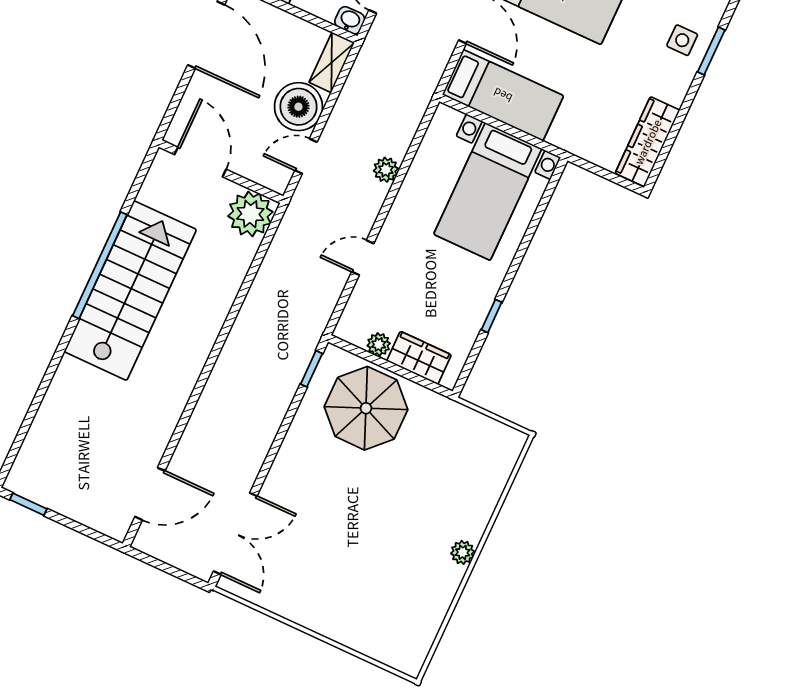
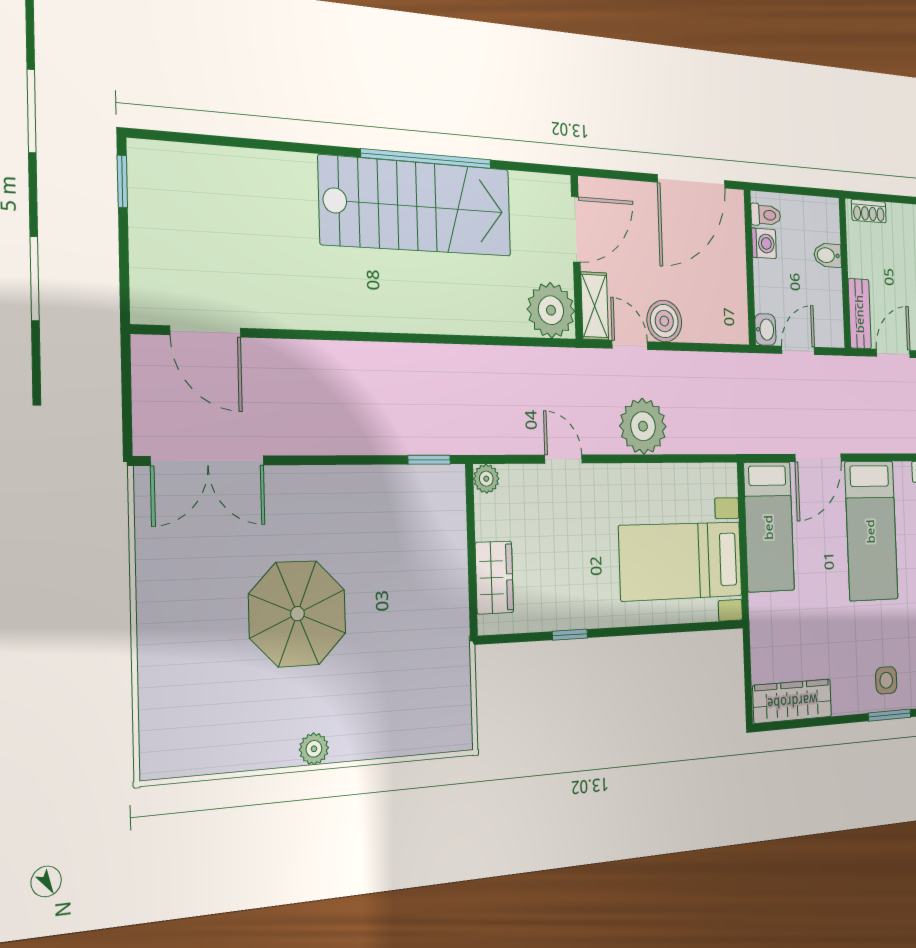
shelving: (332, 62) -> (595, 306), moved, turned 90
boiler: (298, 107) -> (664, 321), width x0.73, depth x0.73
plant: (386, 170) -> (643, 426), width x1.88, depth x1.88
plant: (379, 344) -> (486, 479), moved
parasol: (366, 408) -> (297, 614), moved

